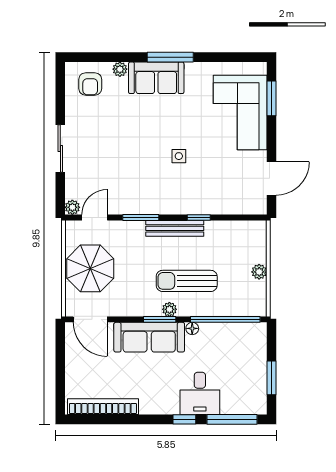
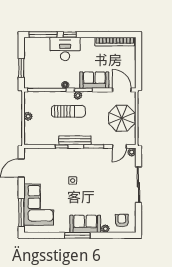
window: (271, 98) -> (21, 212), width x1.44
sliding door: (60, 148) -> (138, 185), width x1.37
sofa: (149, 337) -> (94, 80), width x0.73
window: (271, 378) -> (21, 68), moved
desk: (200, 393) -> (65, 49), width x1.37

